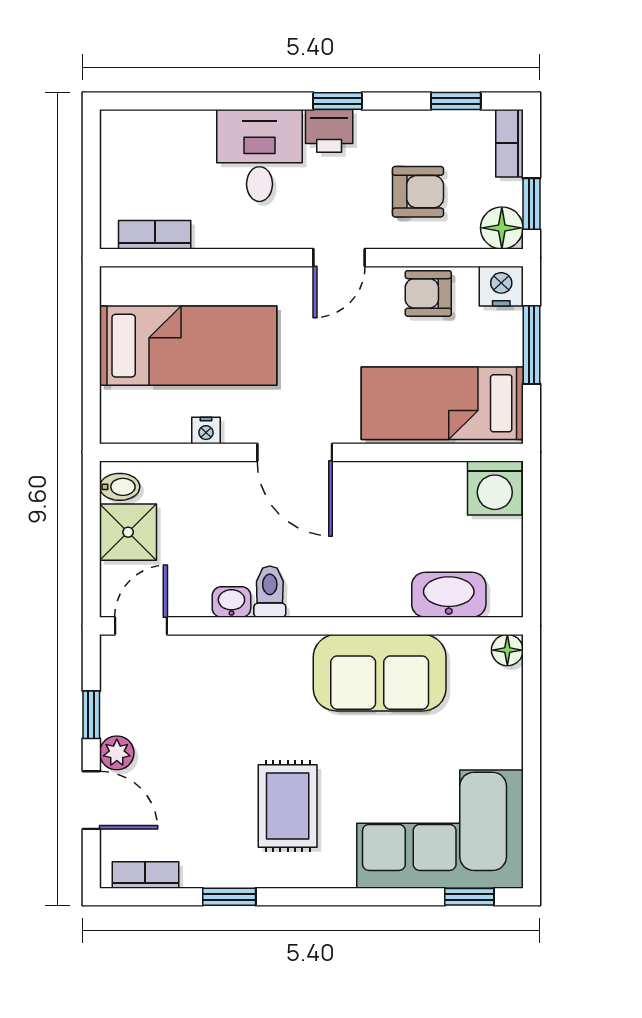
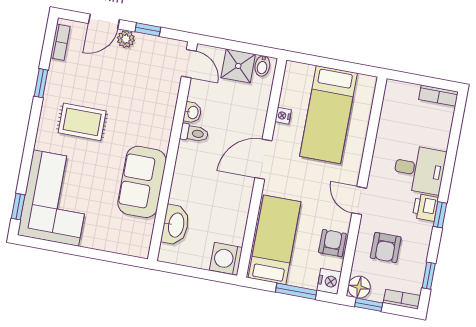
bookcase: (155, 235) -> (438, 96), moved, turned 90
floor lamp: (507, 650) -> (141, 250), removed

